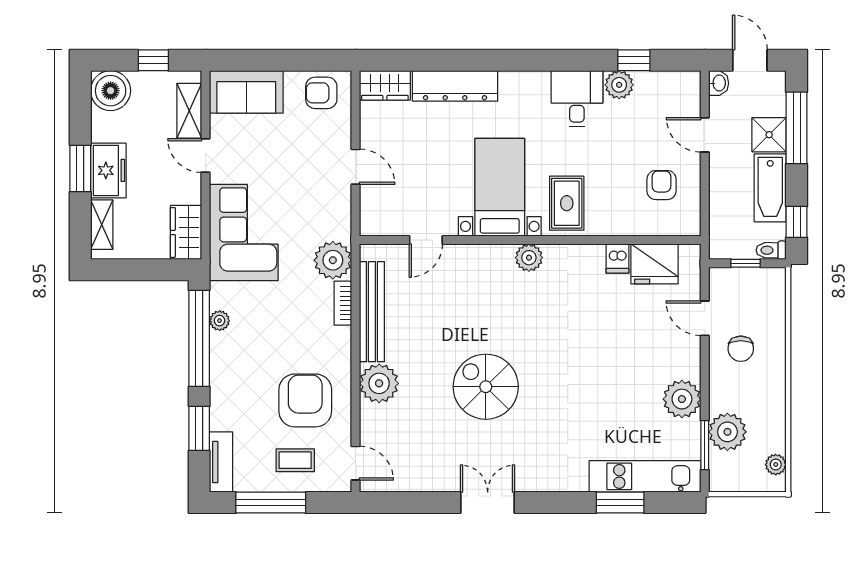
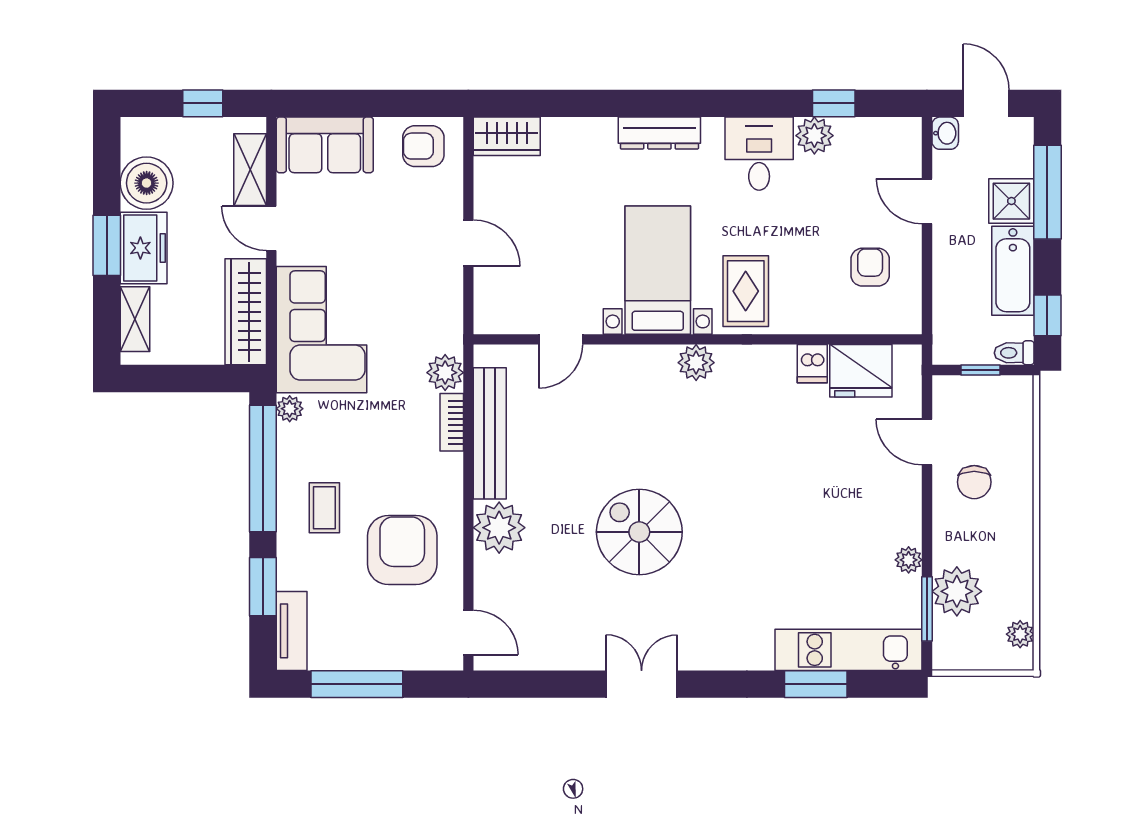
dresser: (455, 86) -> (659, 133), moved, width x0.73, depth x0.80
boiler: (111, 91) -> (147, 183), moved
wardrobe: (186, 232) -> (246, 312), width x1.50
plant: (333, 260) -> (445, 373), width x0.73, depth x0.73
plant: (220, 321) -> (290, 409), moved
plant: (682, 399) -> (909, 560), width x0.53, depth x0.53
coffee table: (295, 460) -> (324, 508), moved, turned 90

